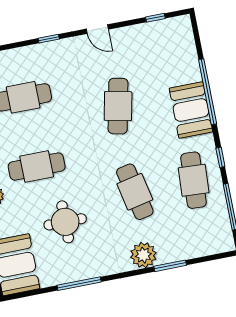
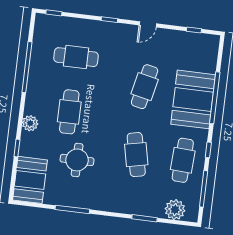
door: (97, 29) -> (148, 24), hinge flipped
booth: (191, 110) -> (193, 99), width x1.36, depth x1.42
cafe table: (37, 167) -> (69, 112), turned 90
plant: (143, 255) -> (175, 210), moved

